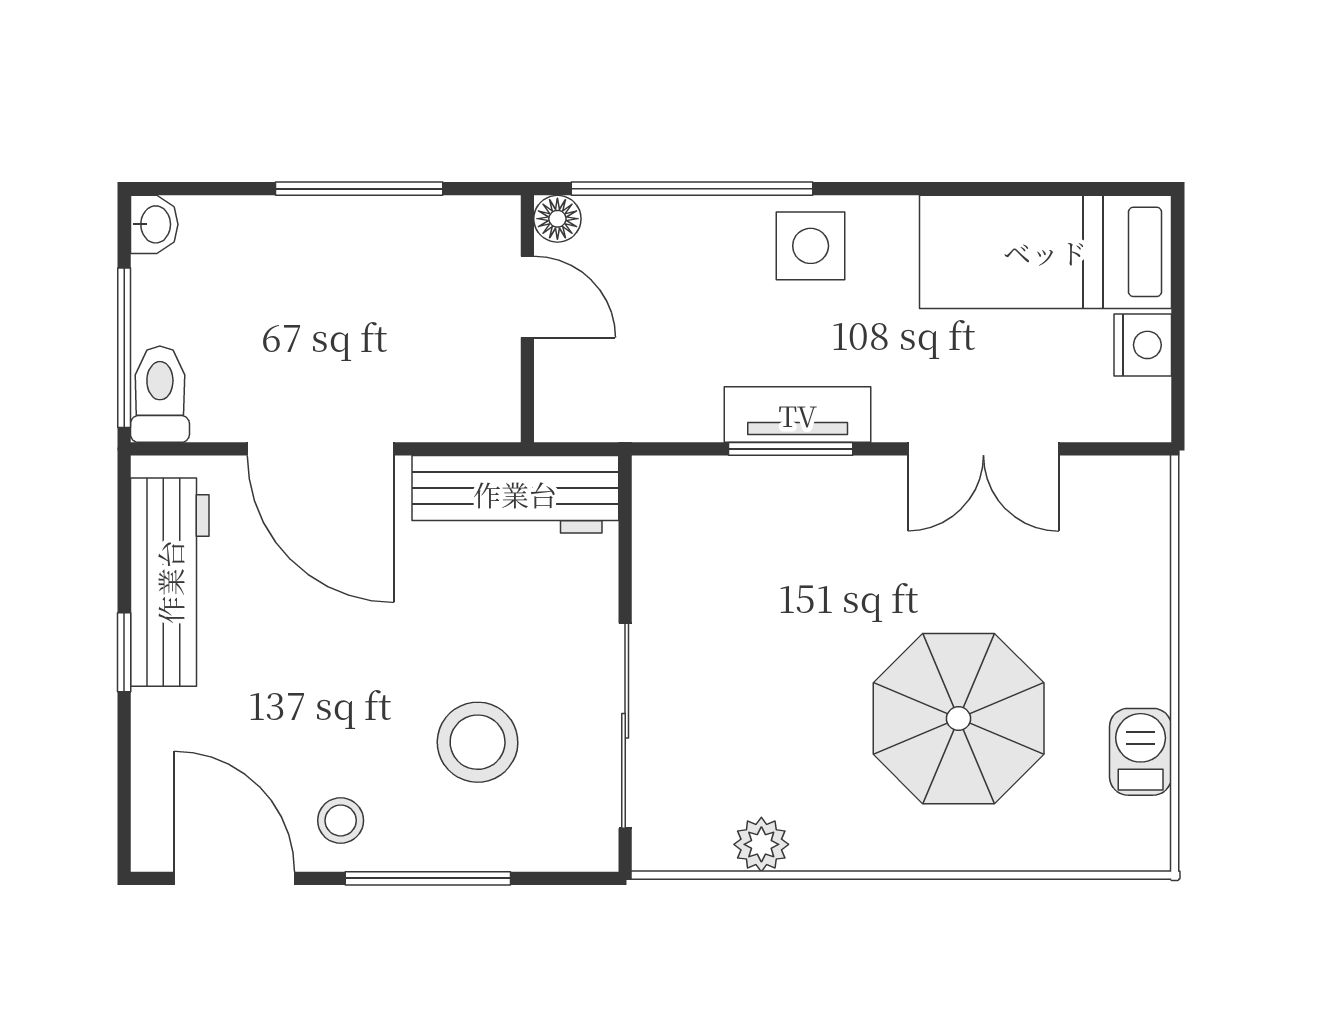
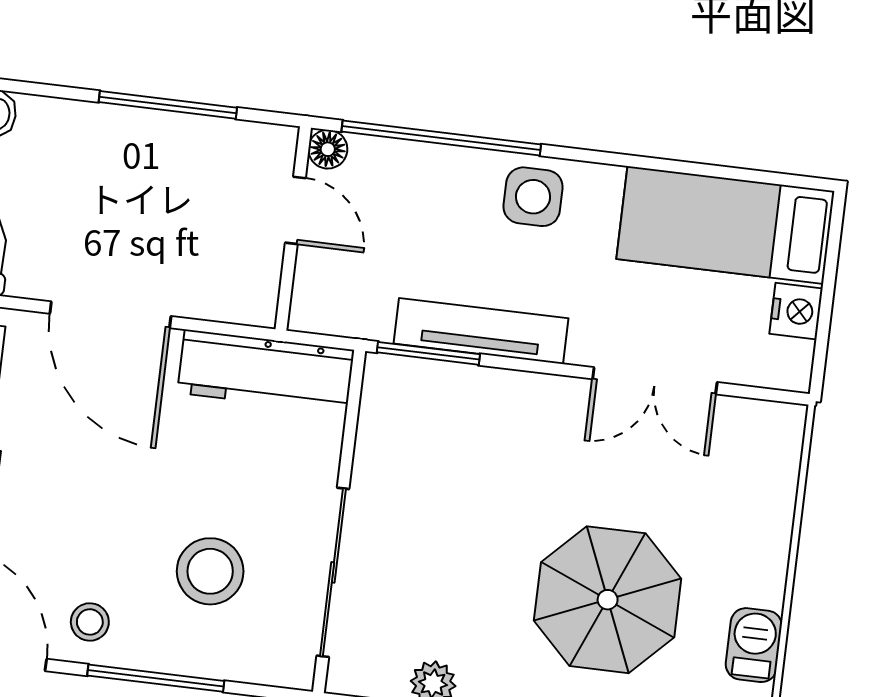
tv unit: (798, 415) -> (481, 331), width x1.41
window: (791, 449) -> (428, 353), moved

